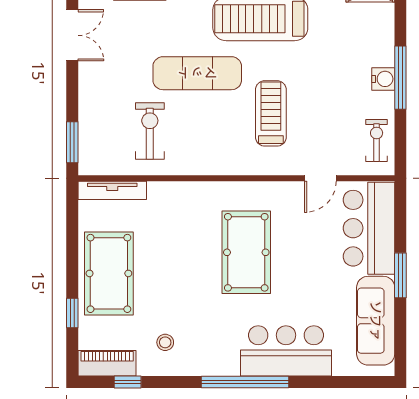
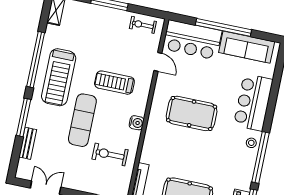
water cooler: (383, 79) -> (137, 123), moved, turned 90
window: (400, 275) -> (223, 27), width x2.11
stool: (165, 342) -> (251, 143), moved
window: (245, 382) -> (260, 157), moved

